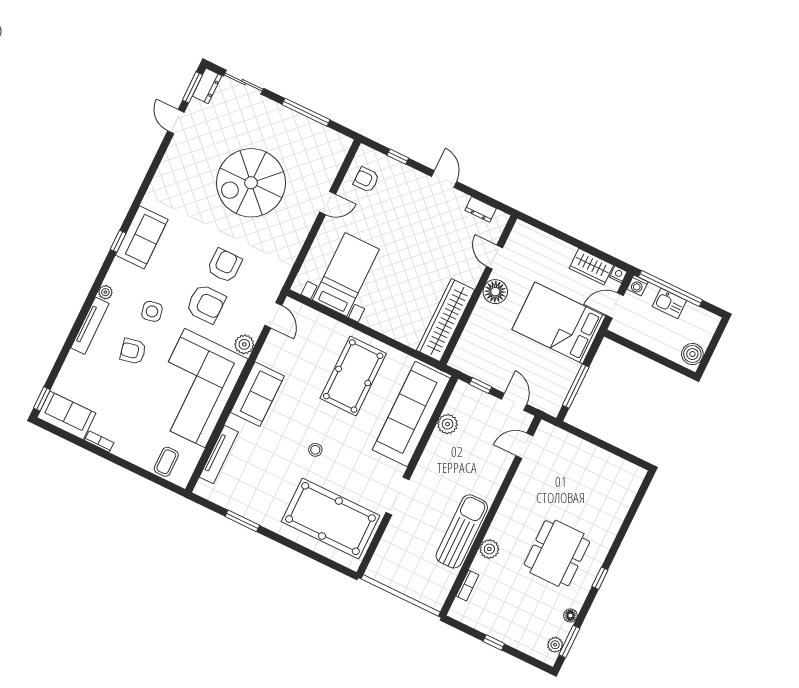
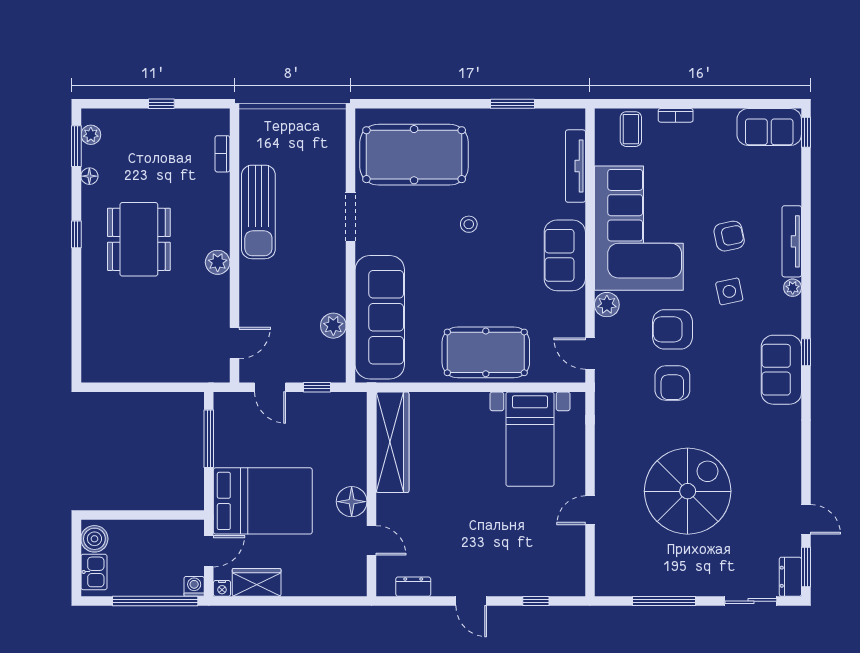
armchair: (366, 180) -> (559, 558), removed
kitchen sink: (669, 303) -> (94, 572), moved, turned 90
pool table: (353, 376) -> (486, 352), moved, turned 90
bookcase: (99, 441) -> (676, 115), moved
plant: (489, 549) -> (218, 262), moved

